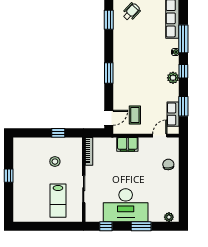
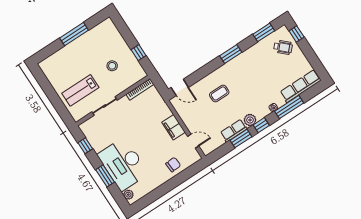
window: (109, 73) -> (231, 54), moved
window: (183, 106) -> (241, 138), moved
row of seats: (173, 114) -> (234, 131), moved
coffee table: (135, 115) -> (219, 93), moved
filing cabinet: (127, 144) -> (173, 127), moved
window: (9, 176) -> (74, 34), width x2.17
desk: (126, 205) -> (123, 164), moved

